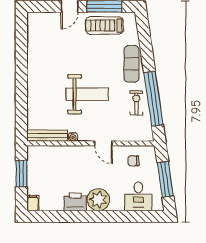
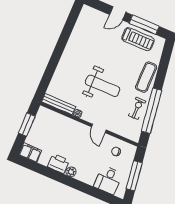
treadmill: (104, 25) -> (138, 39), turned 180
plant: (98, 200) -> (71, 172), width x0.53, depth x0.53
filing cabinet: (33, 203) -> (30, 153), width x2.00

